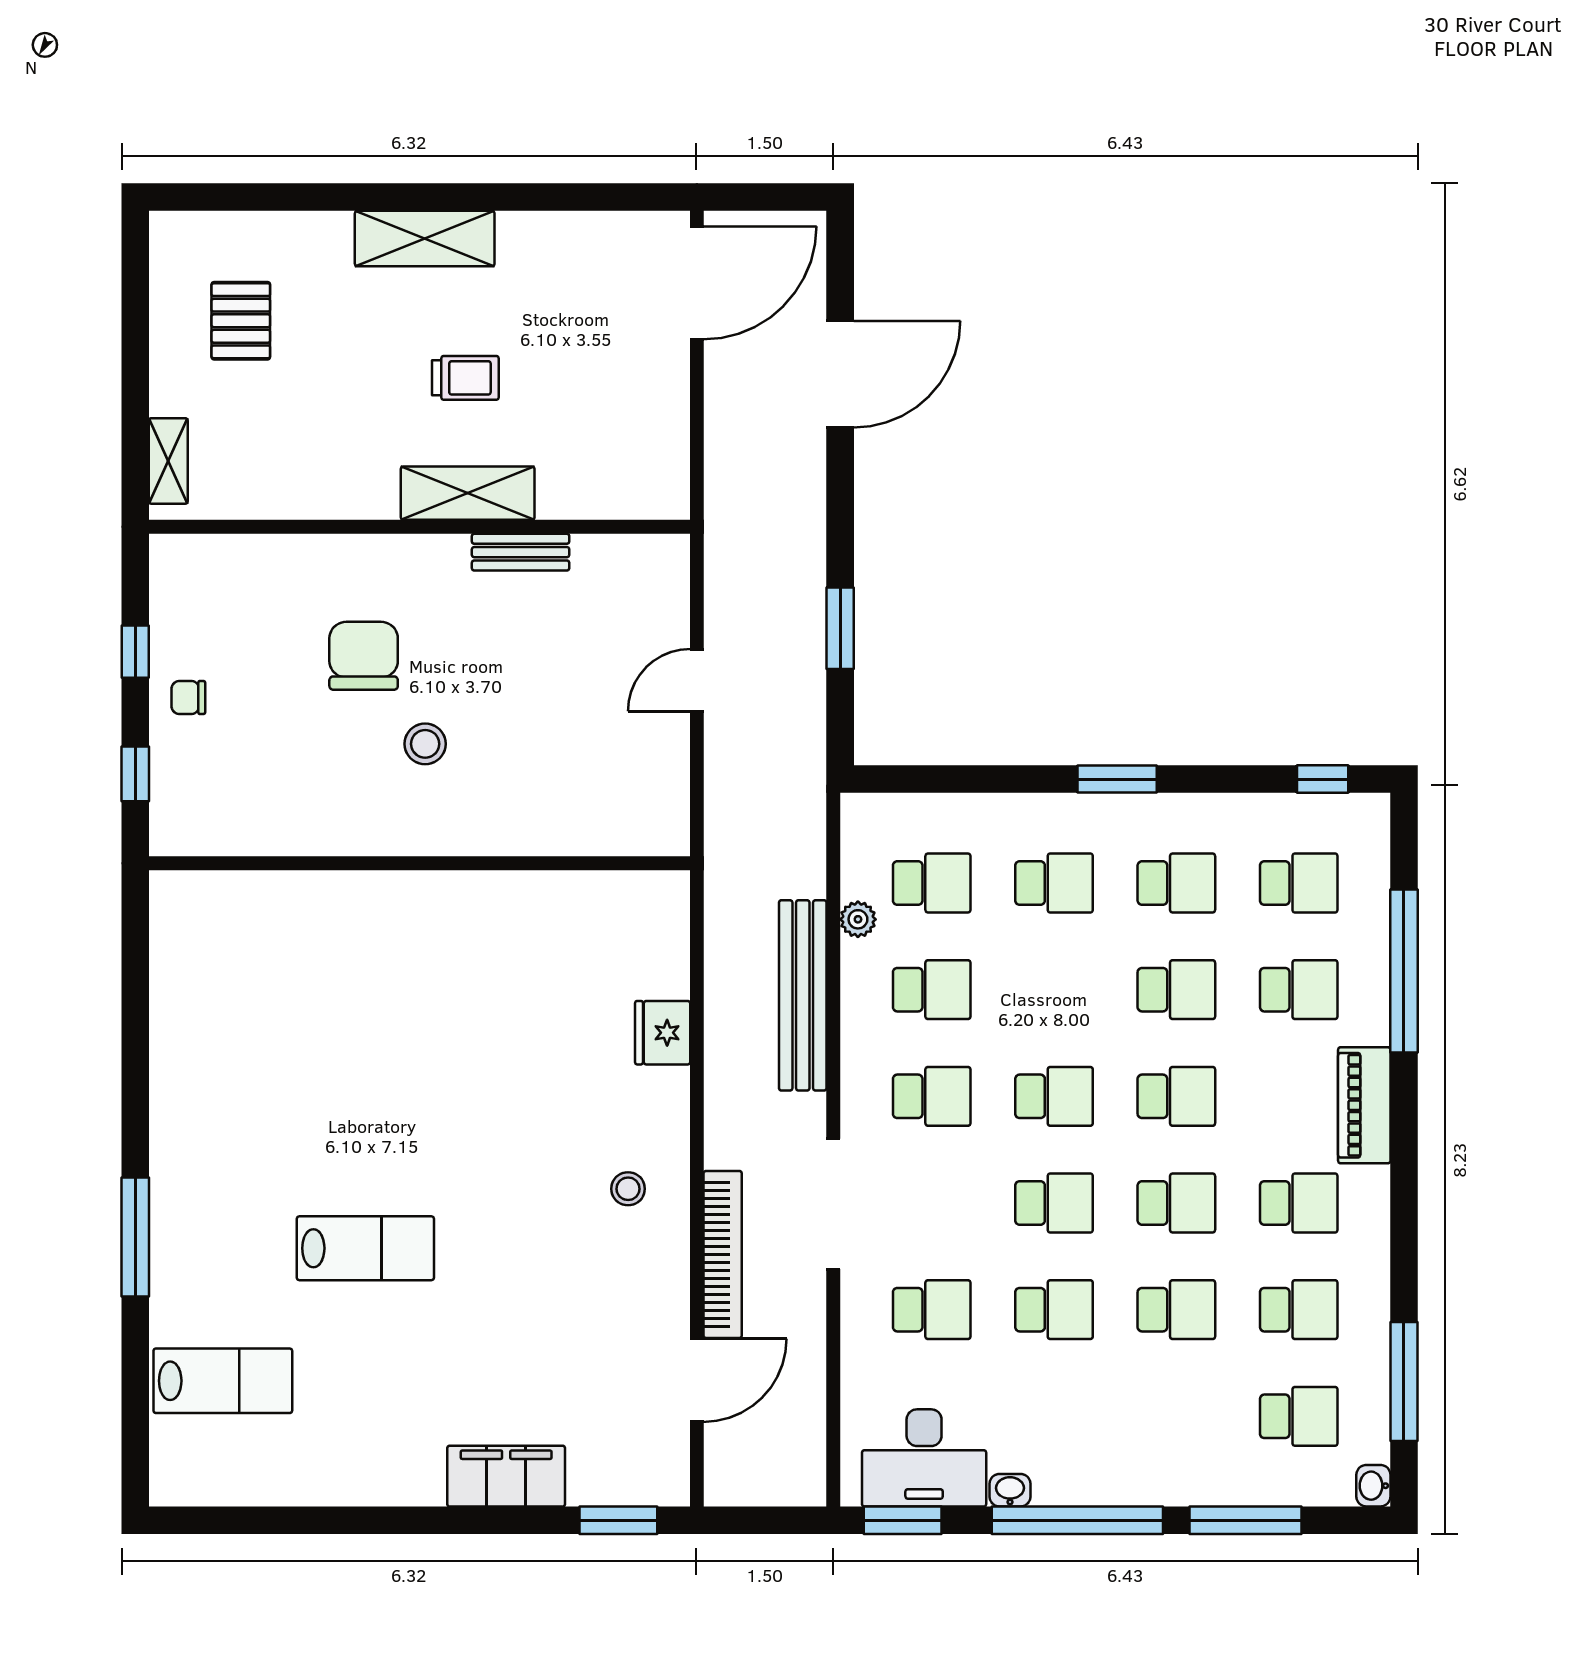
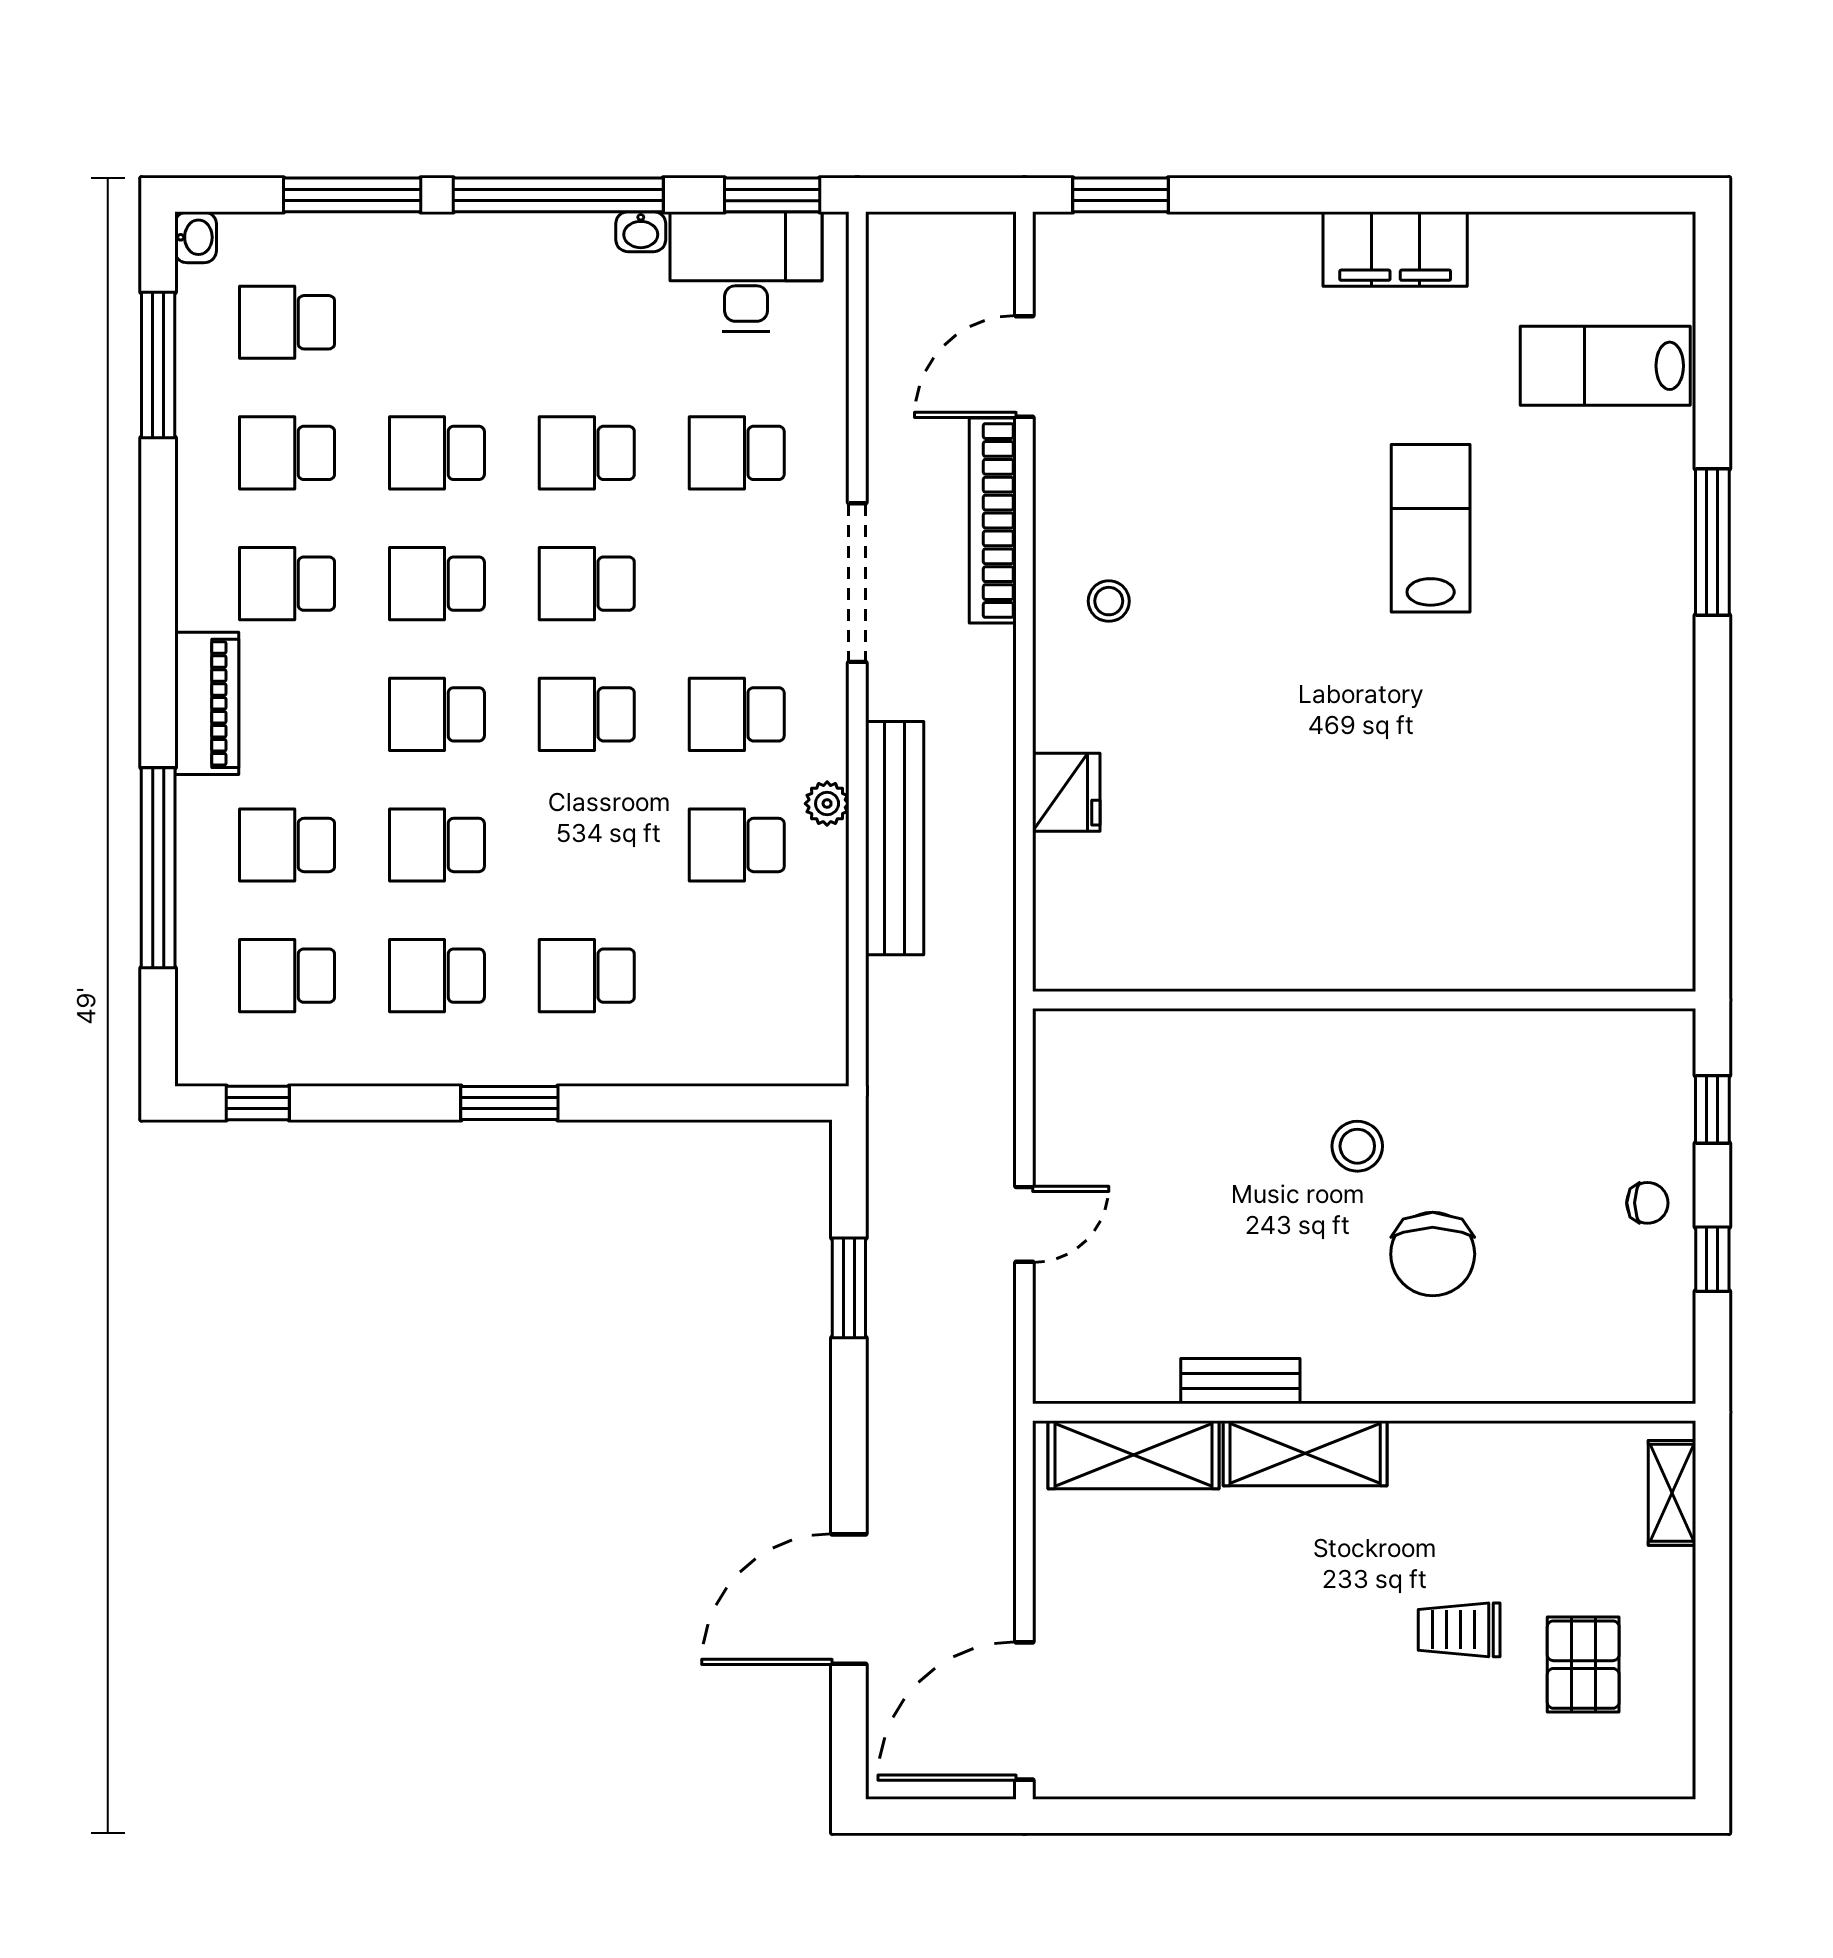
shelving: (425, 239) -> (1133, 1455), moved
trolley: (465, 378) -> (1459, 1630), moved
school desk: (932, 883) -> (737, 976), removed
plant: (858, 919) -> (827, 804), moved
lab bench: (365, 1248) -> (1431, 528), turned 90
filing cabinet: (506, 1476) -> (1395, 249), moved

